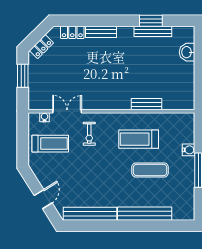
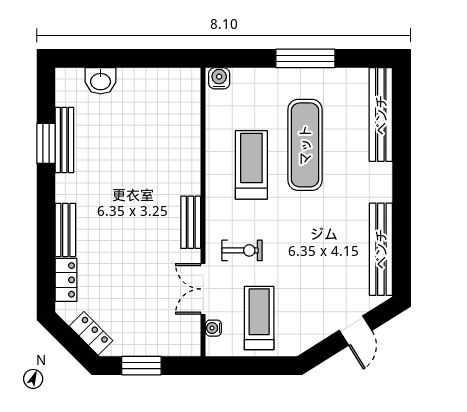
bench: (146, 104) -> (191, 222), moved
treadmill: (139, 139) -> (251, 165), turned 180
water cooler: (188, 150) -> (219, 78), moved
exercise mat: (150, 170) -> (305, 145), width x1.36, depth x1.45
door: (43, 199) -> (356, 330), swing flipped
bench: (145, 214) -> (381, 115), moved

